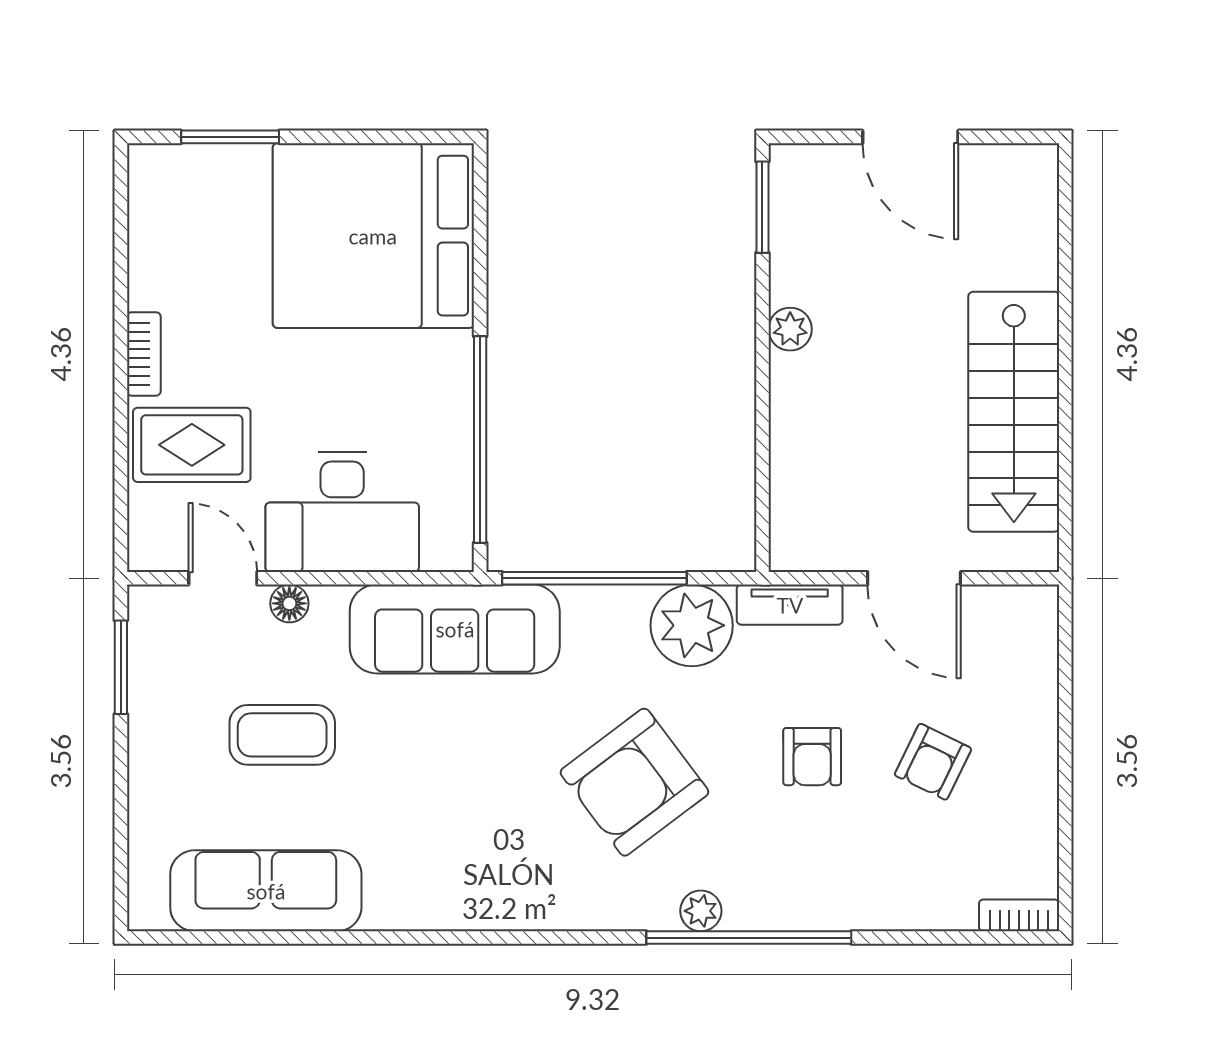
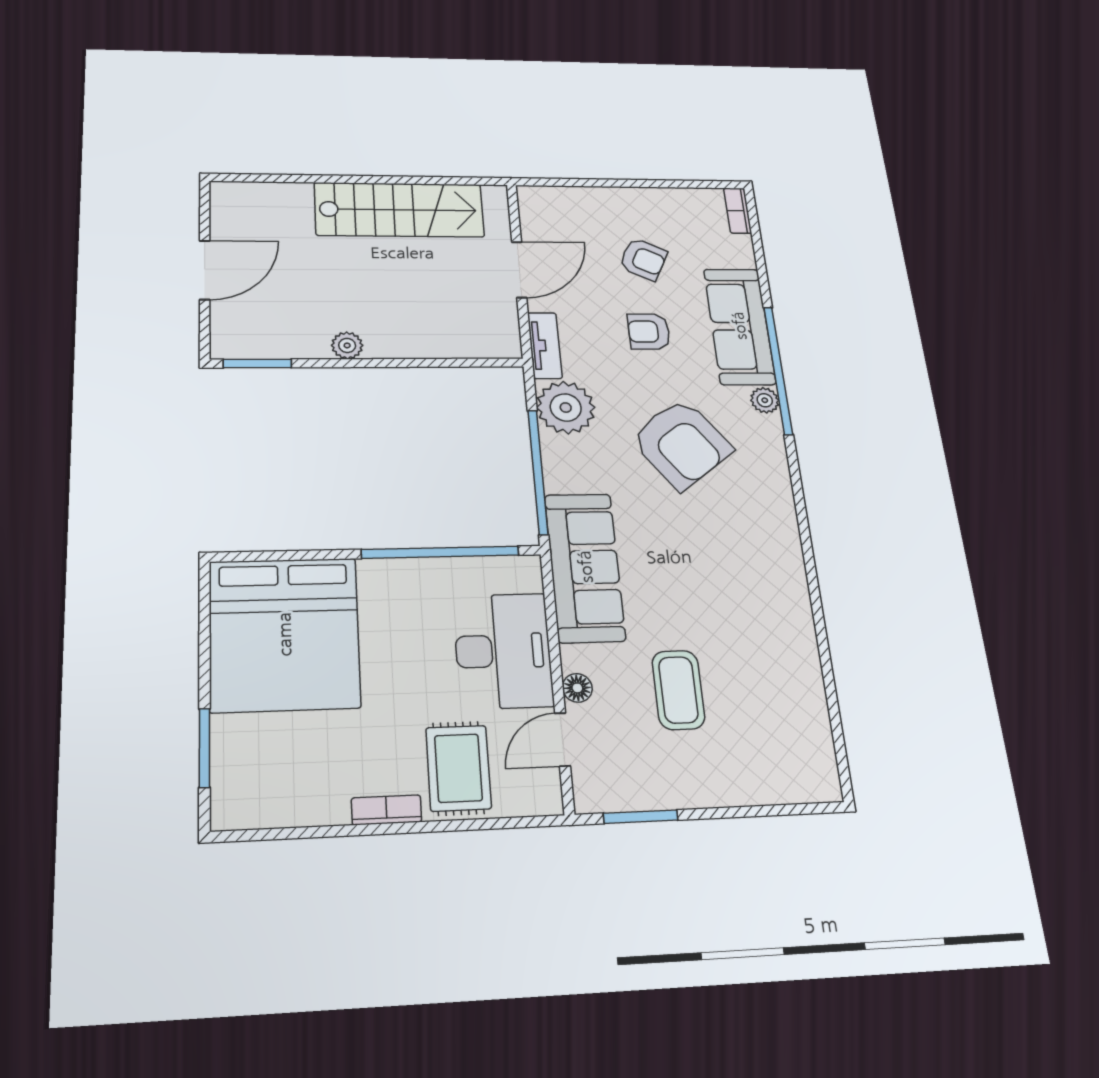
armchair: (812, 757) -> (649, 332), turned 180
sofa: (266, 891) -> (739, 326), moved

